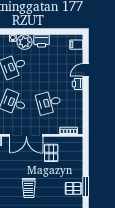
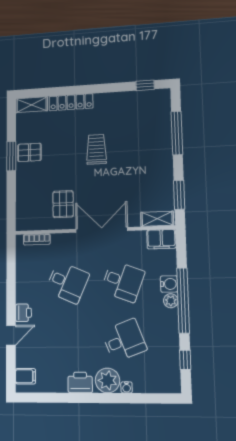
desk: (49, 103) -> (67, 282), turned 39

